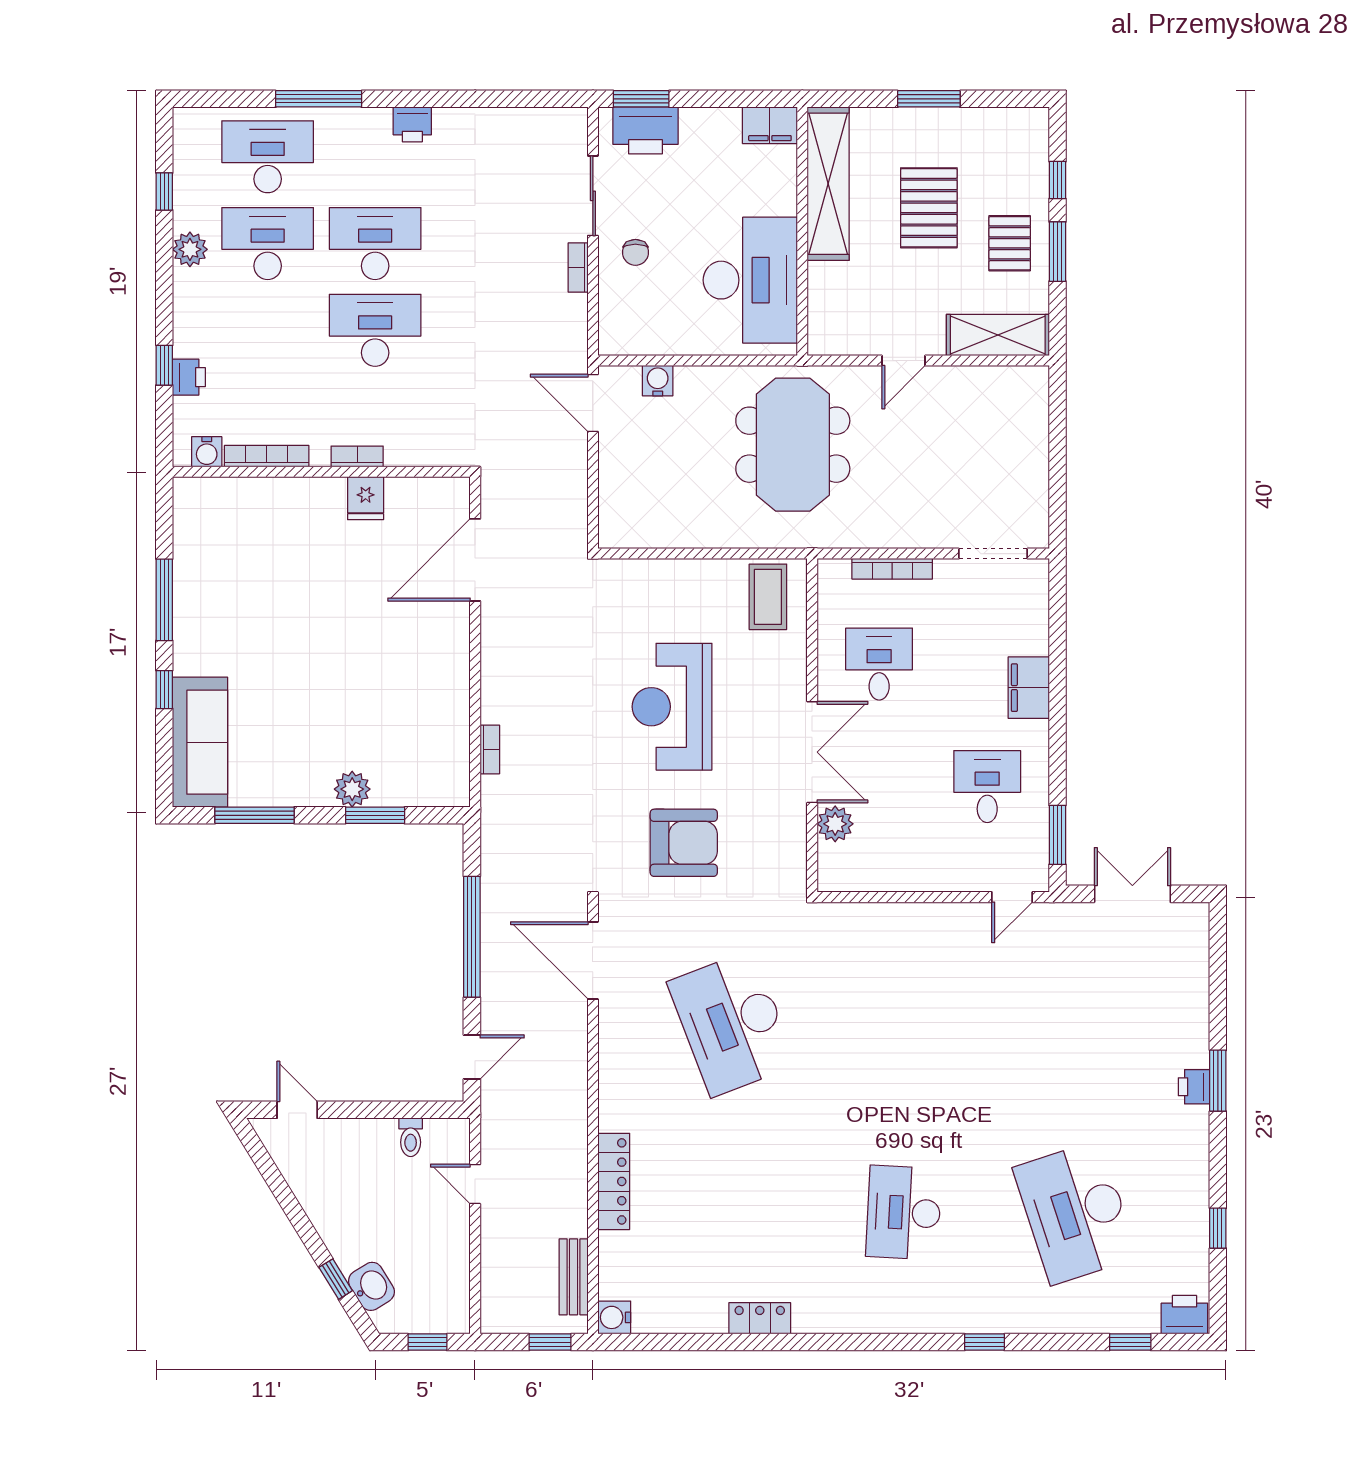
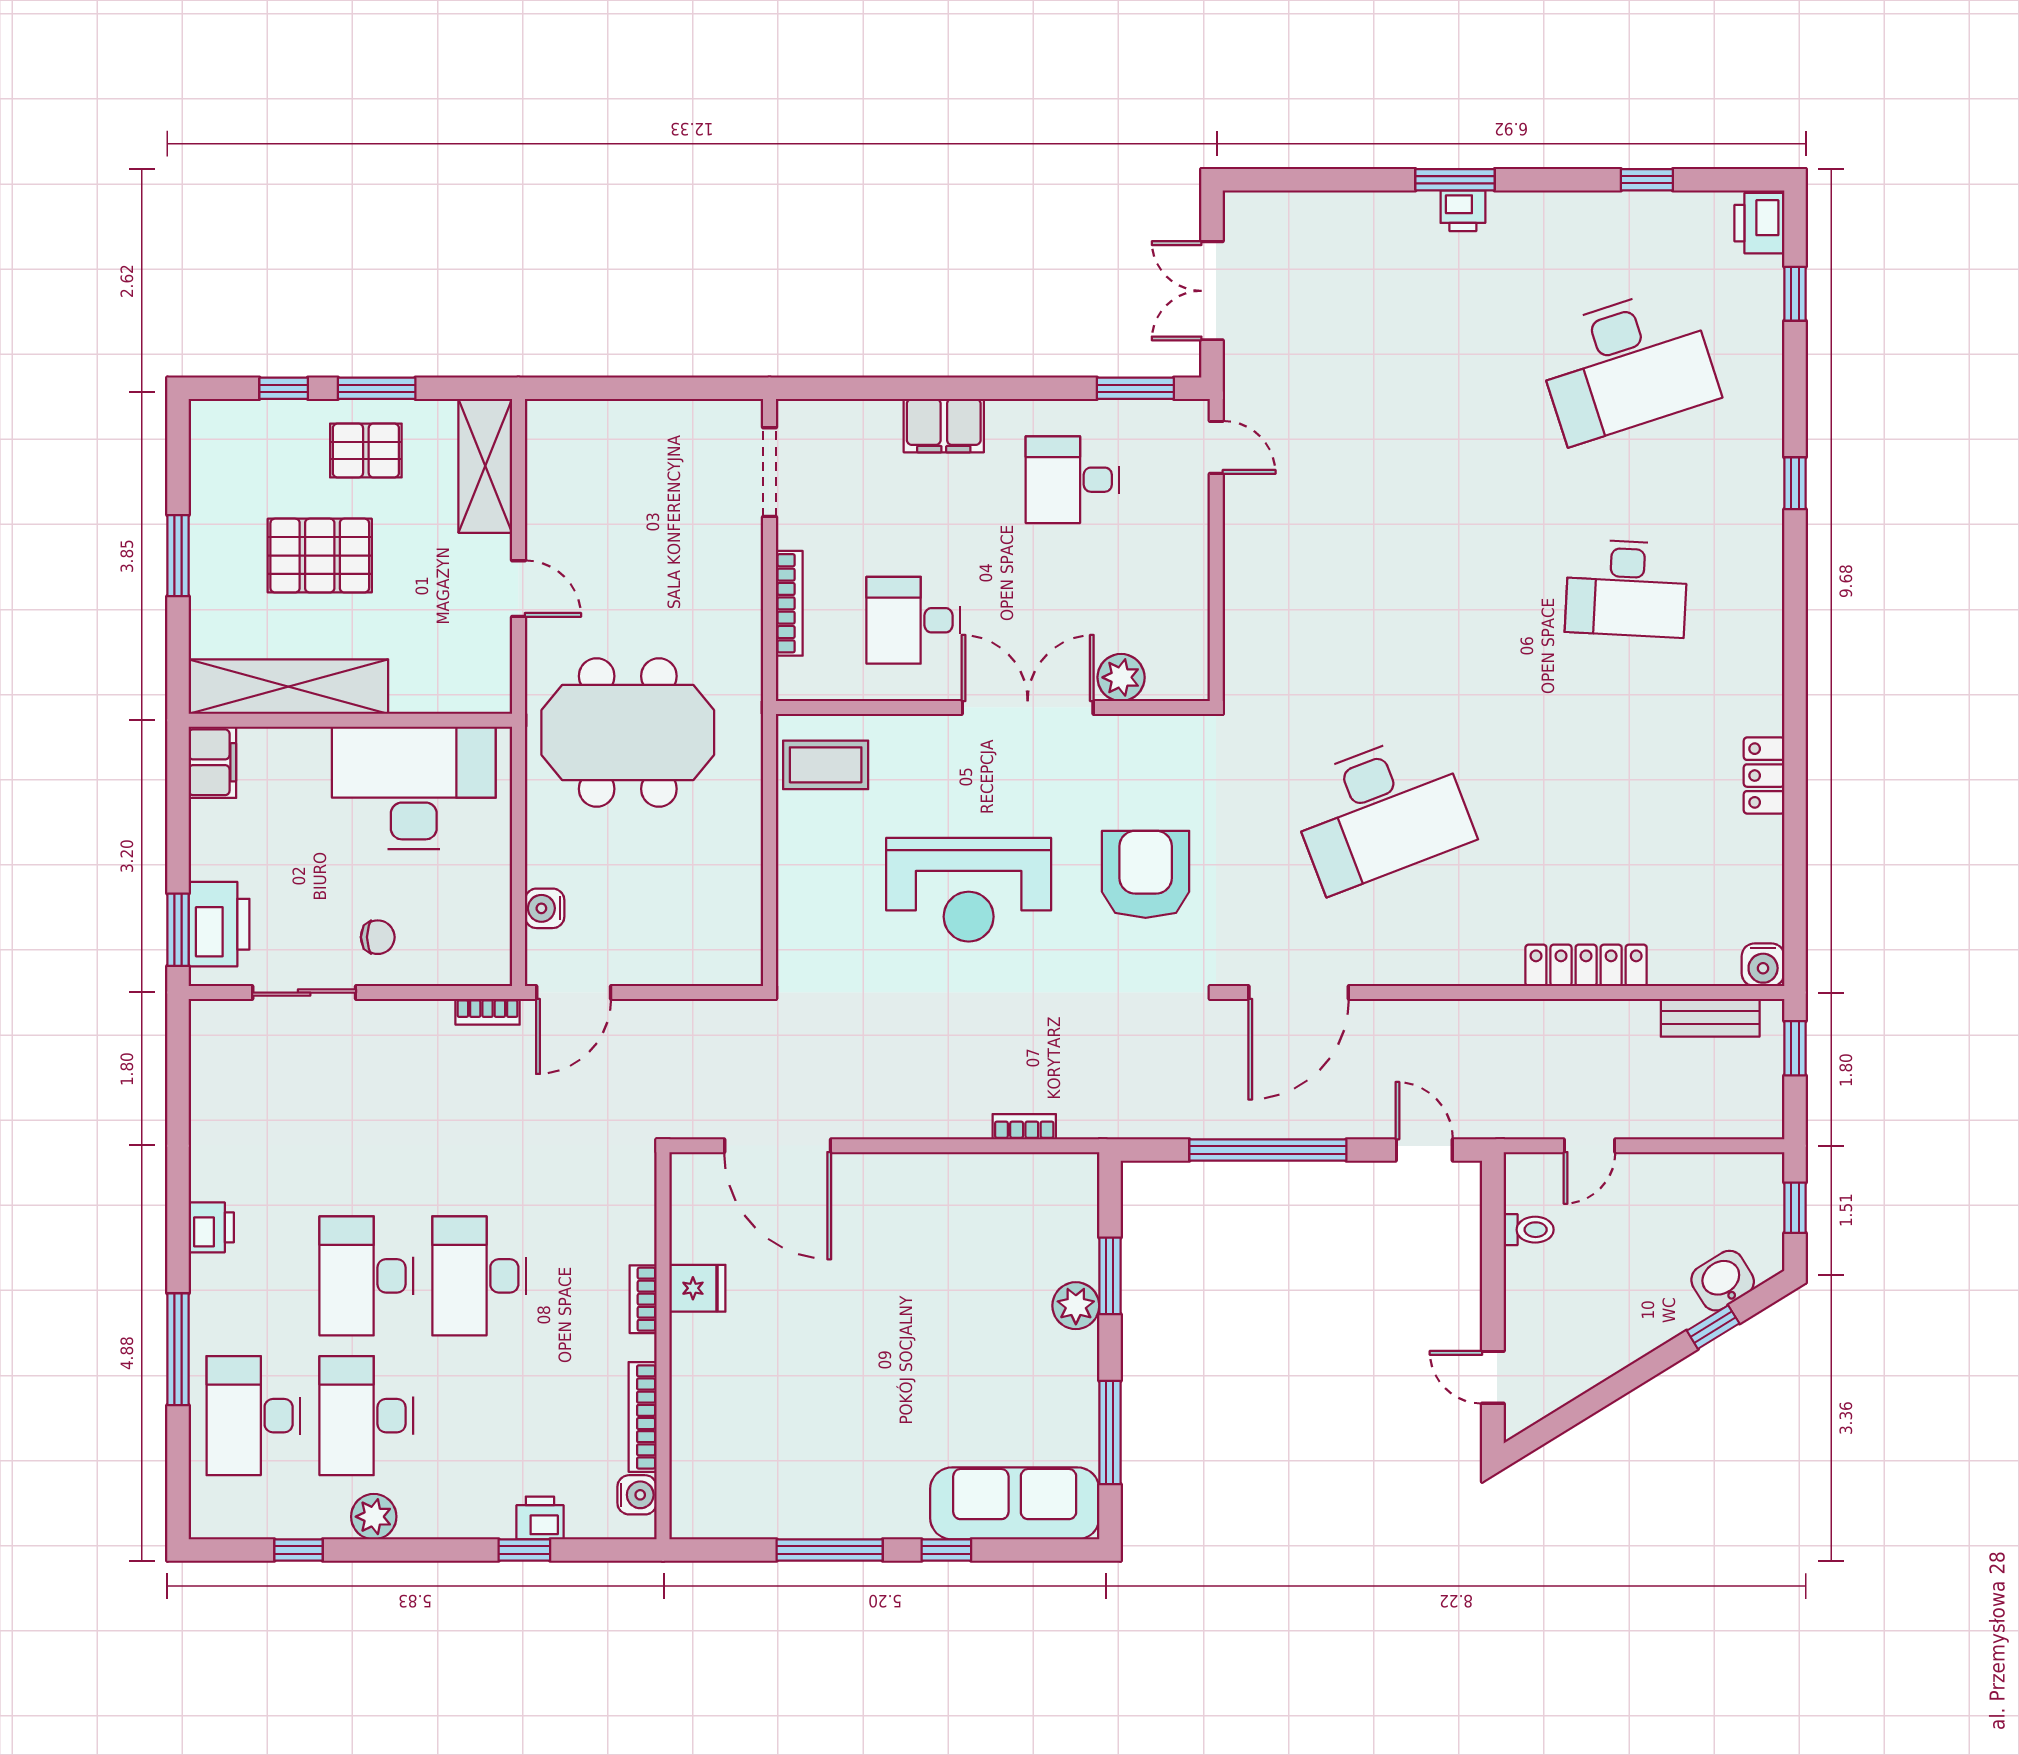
bookcase: (578, 268) -> (488, 1012), moved
door: (297, 1110) -> (1493, 1377), hinge flipped

